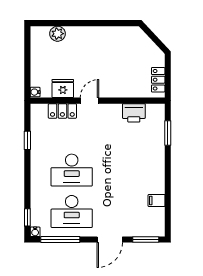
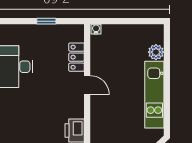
kitchen unit: (99, 35) -> (154, 95), added
fridge: (63, 89) -> (100, 58), removed

